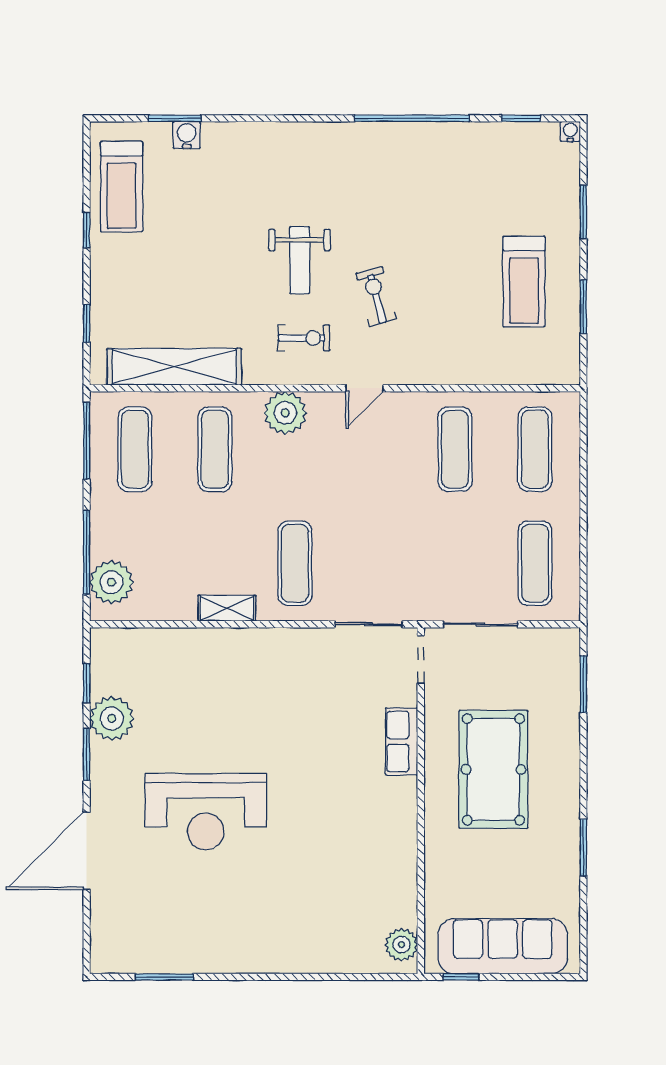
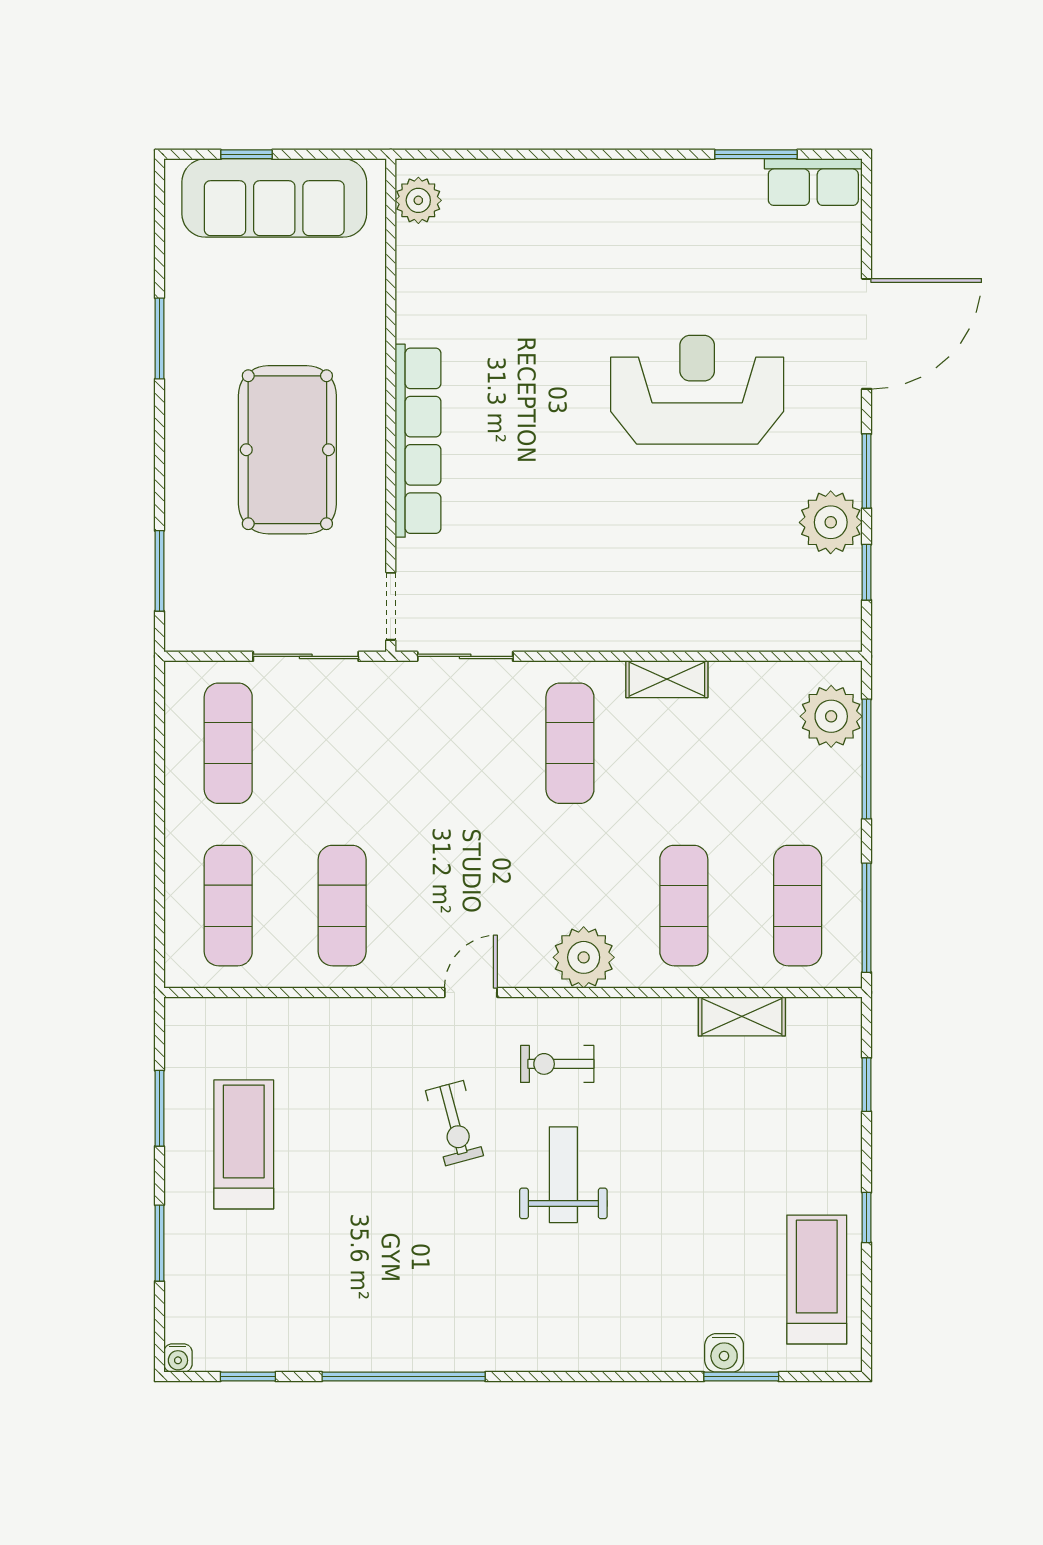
shelving: (174, 367) -> (742, 1016), width x0.45, depth x0.75
row of seats: (402, 742) -> (418, 441), width x2.02
row of seats: (124, 957) -> (813, 182), added
window: (461, 977) -> (247, 154), moved

